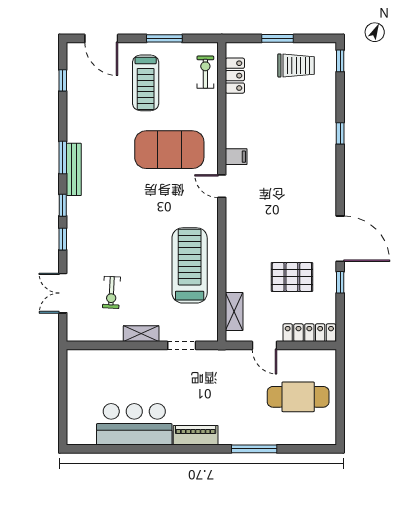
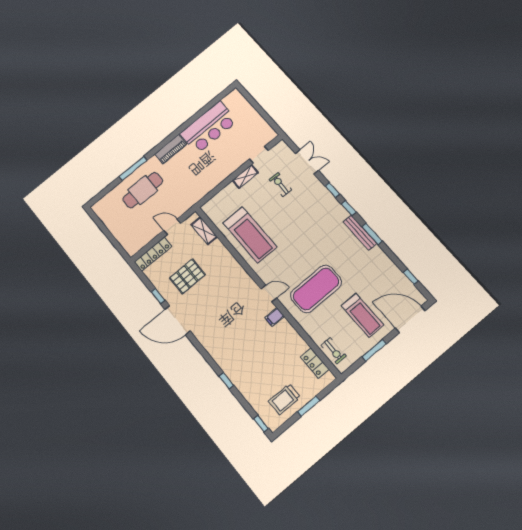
door: (101, 38) -> (410, 319), width x1.36
treadmill: (146, 83) -> (362, 315), turned 180
doorway: (182, 345) -> (259, 155), moved
cafe table: (298, 397) -> (143, 190), moved

